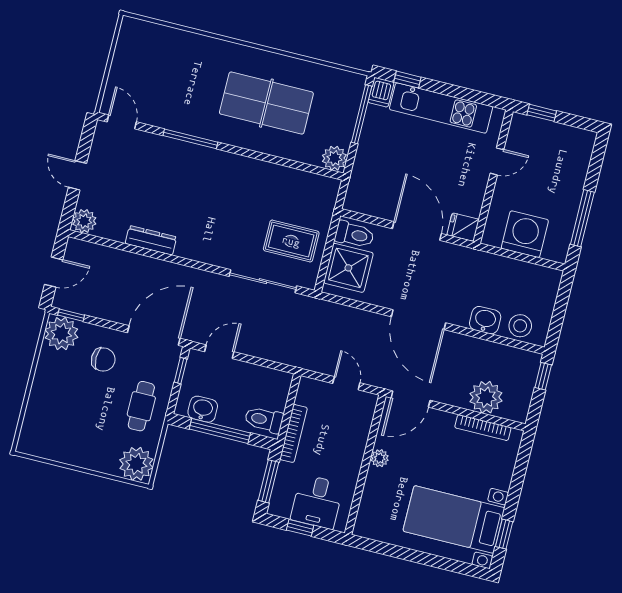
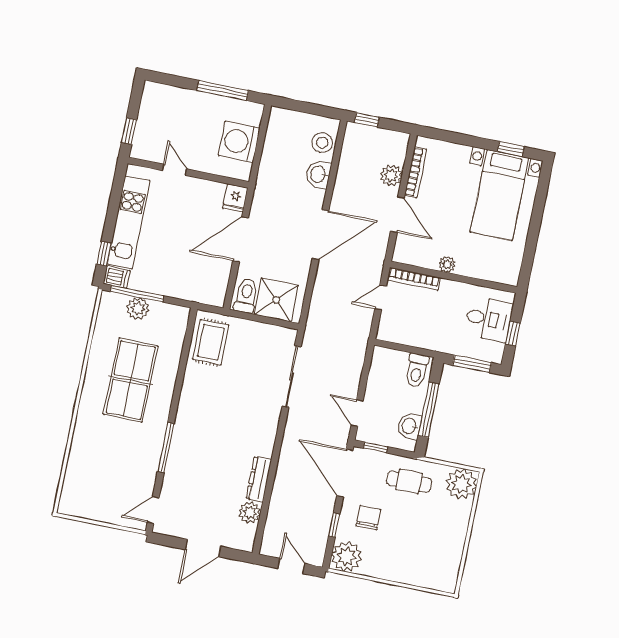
plant: (334, 158) -> (138, 308), moved
door: (77, 175) -> (203, 548), width x1.38
plant: (84, 221) -> (250, 513), moved
rug: (291, 241) -> (211, 342), moved
window: (71, 315) -> (334, 525), moved
plant: (486, 397) -> (391, 175), width x0.73, depth x0.73
door: (411, 399) -> (397, 215), moved
bookcase: (294, 433) -> (414, 279), moved, turned 180

